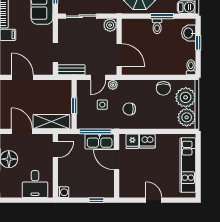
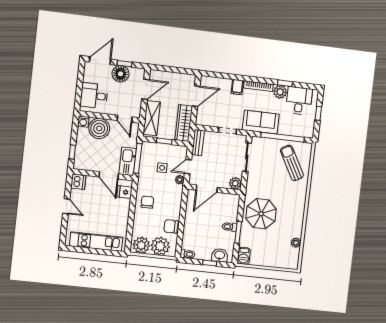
doorway: (55, 53) -> (227, 131), moved
door: (98, 77) -> (188, 167), hinge flipped
wardrobe: (53, 87) -> (184, 123), added
chair: (129, 109) -> (147, 202), moved
dishwasher: (147, 141) -> (78, 182), moved, turned 180
door: (117, 160) -> (109, 175), swing flipped
boiler: (69, 175) -> (99, 128), added
door: (154, 200) -> (66, 206), hinge flipped

